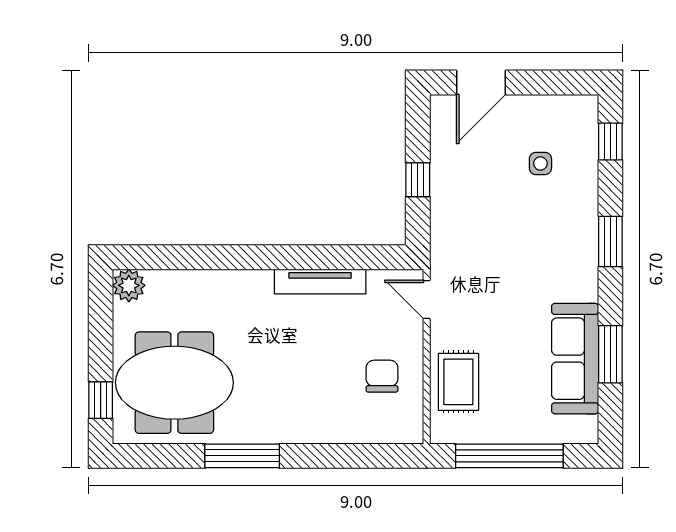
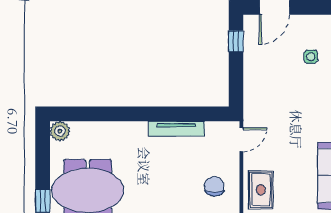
window: (418, 180) -> (236, 41), moved
door: (427, 299) -> (241, 140), swing flipped

